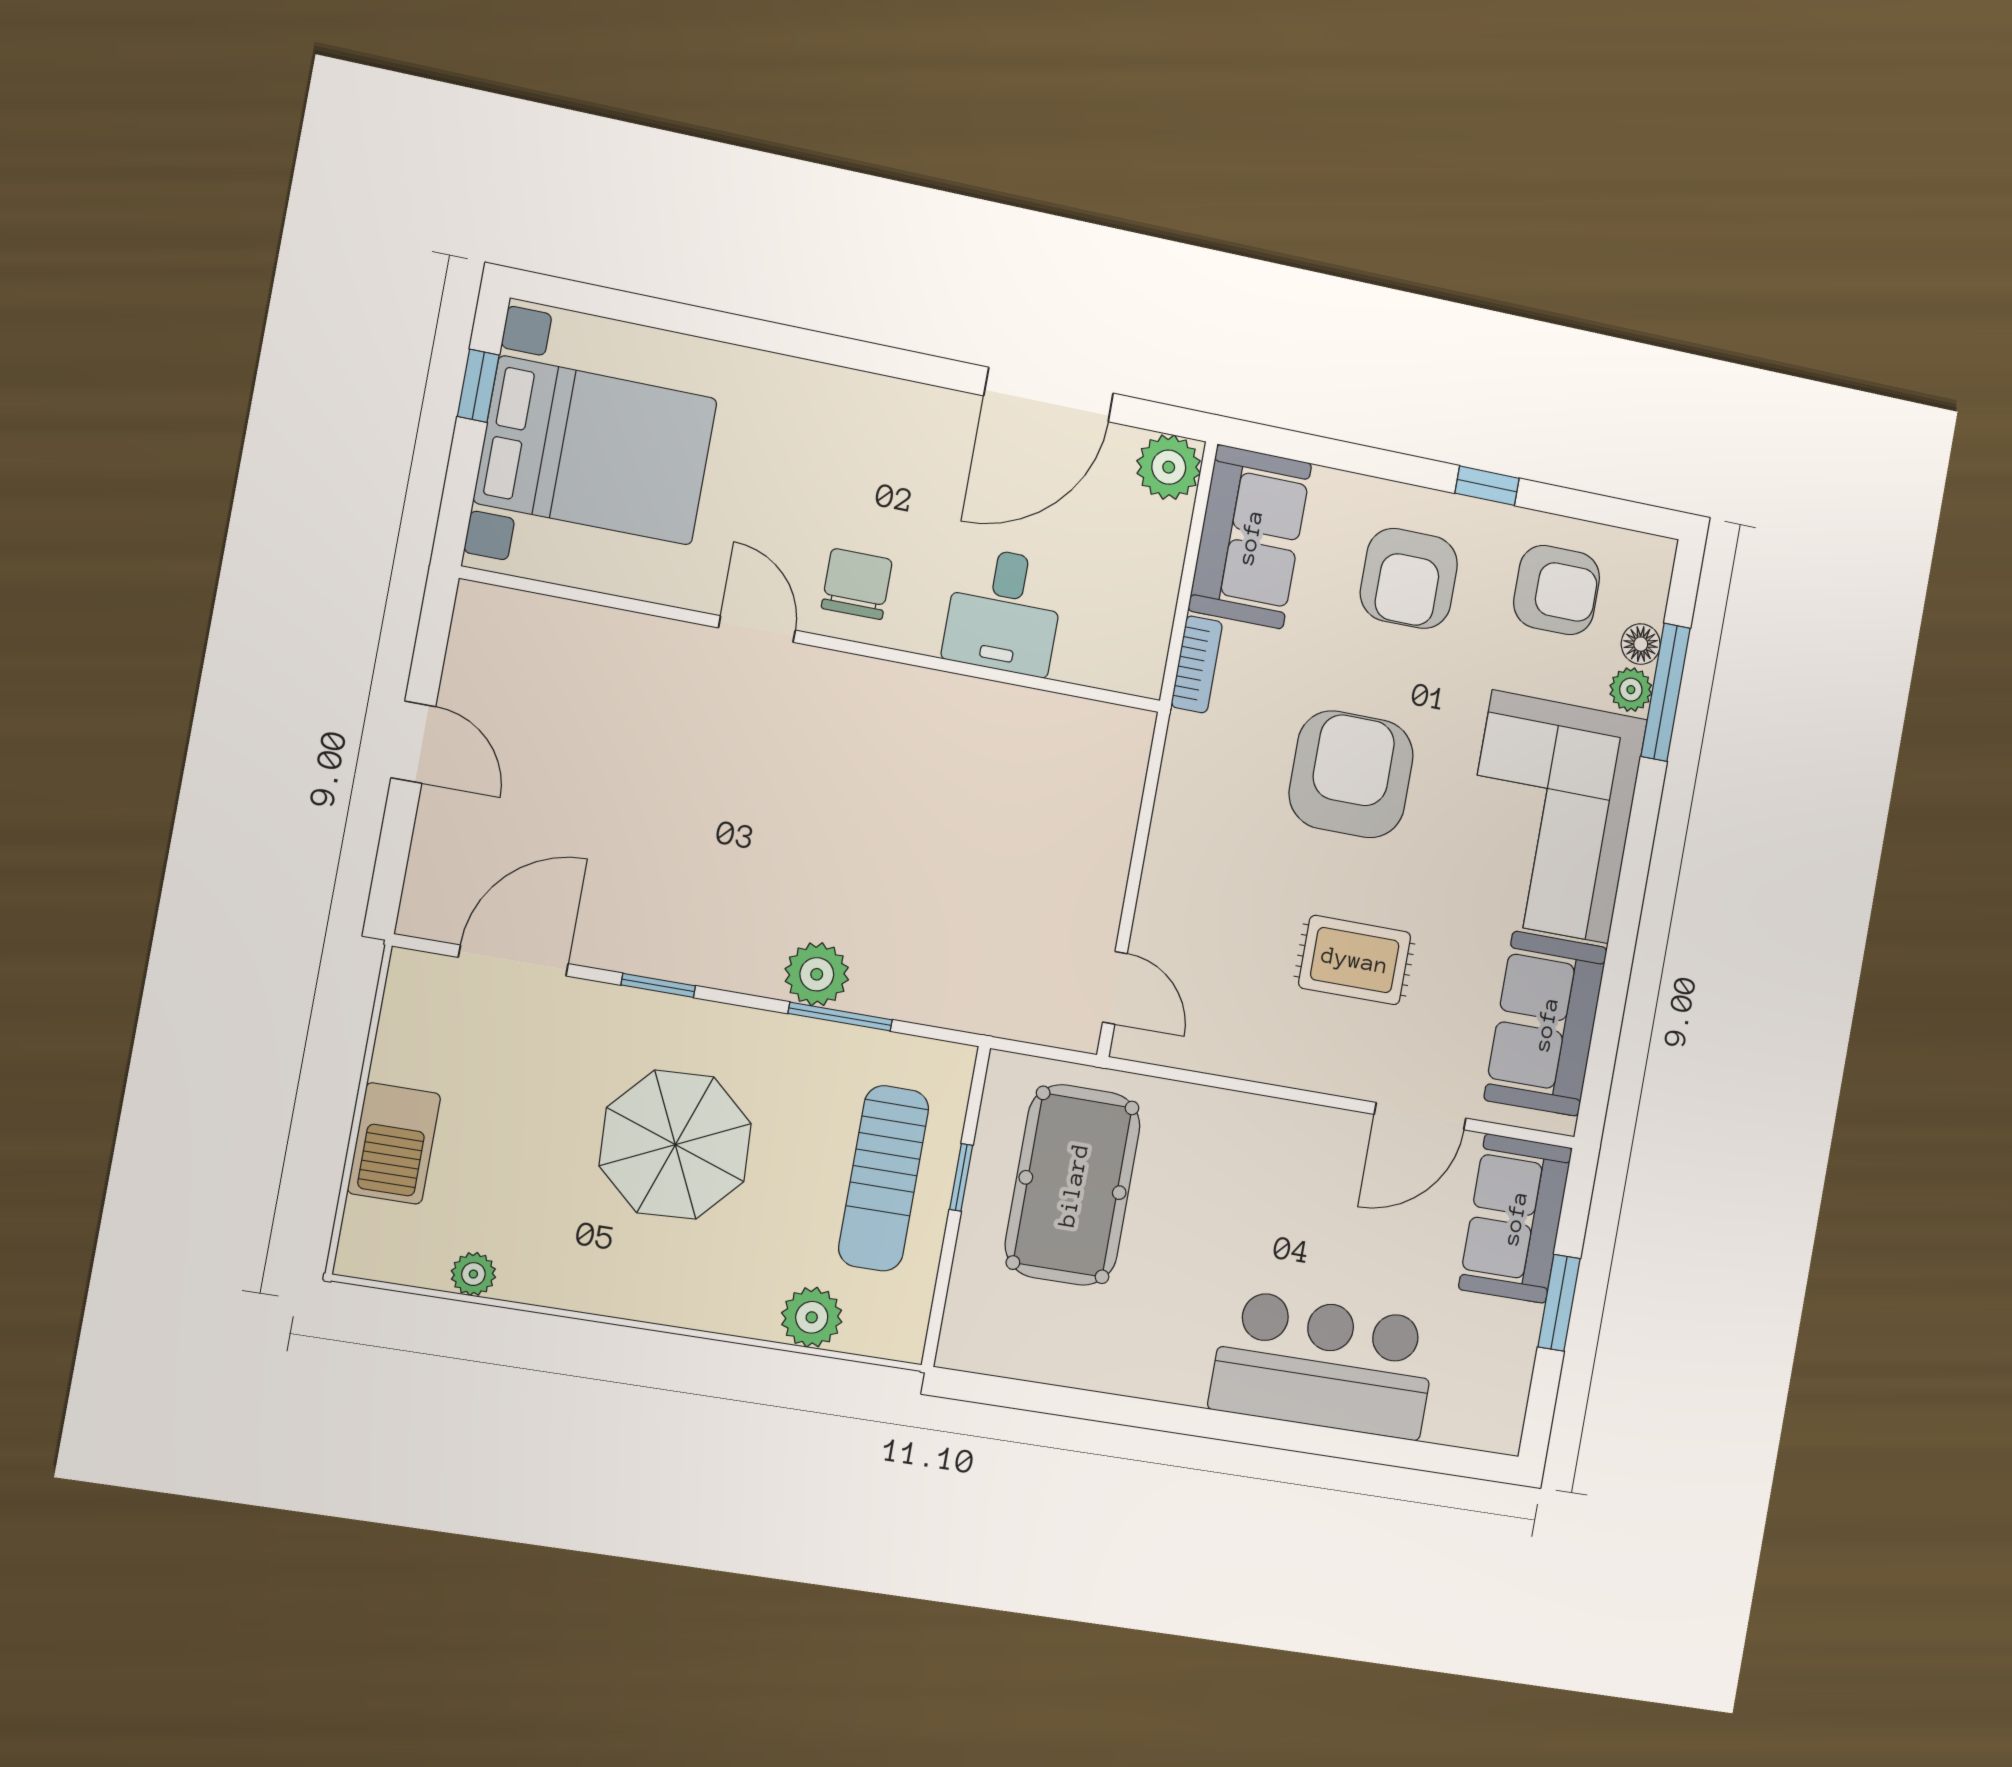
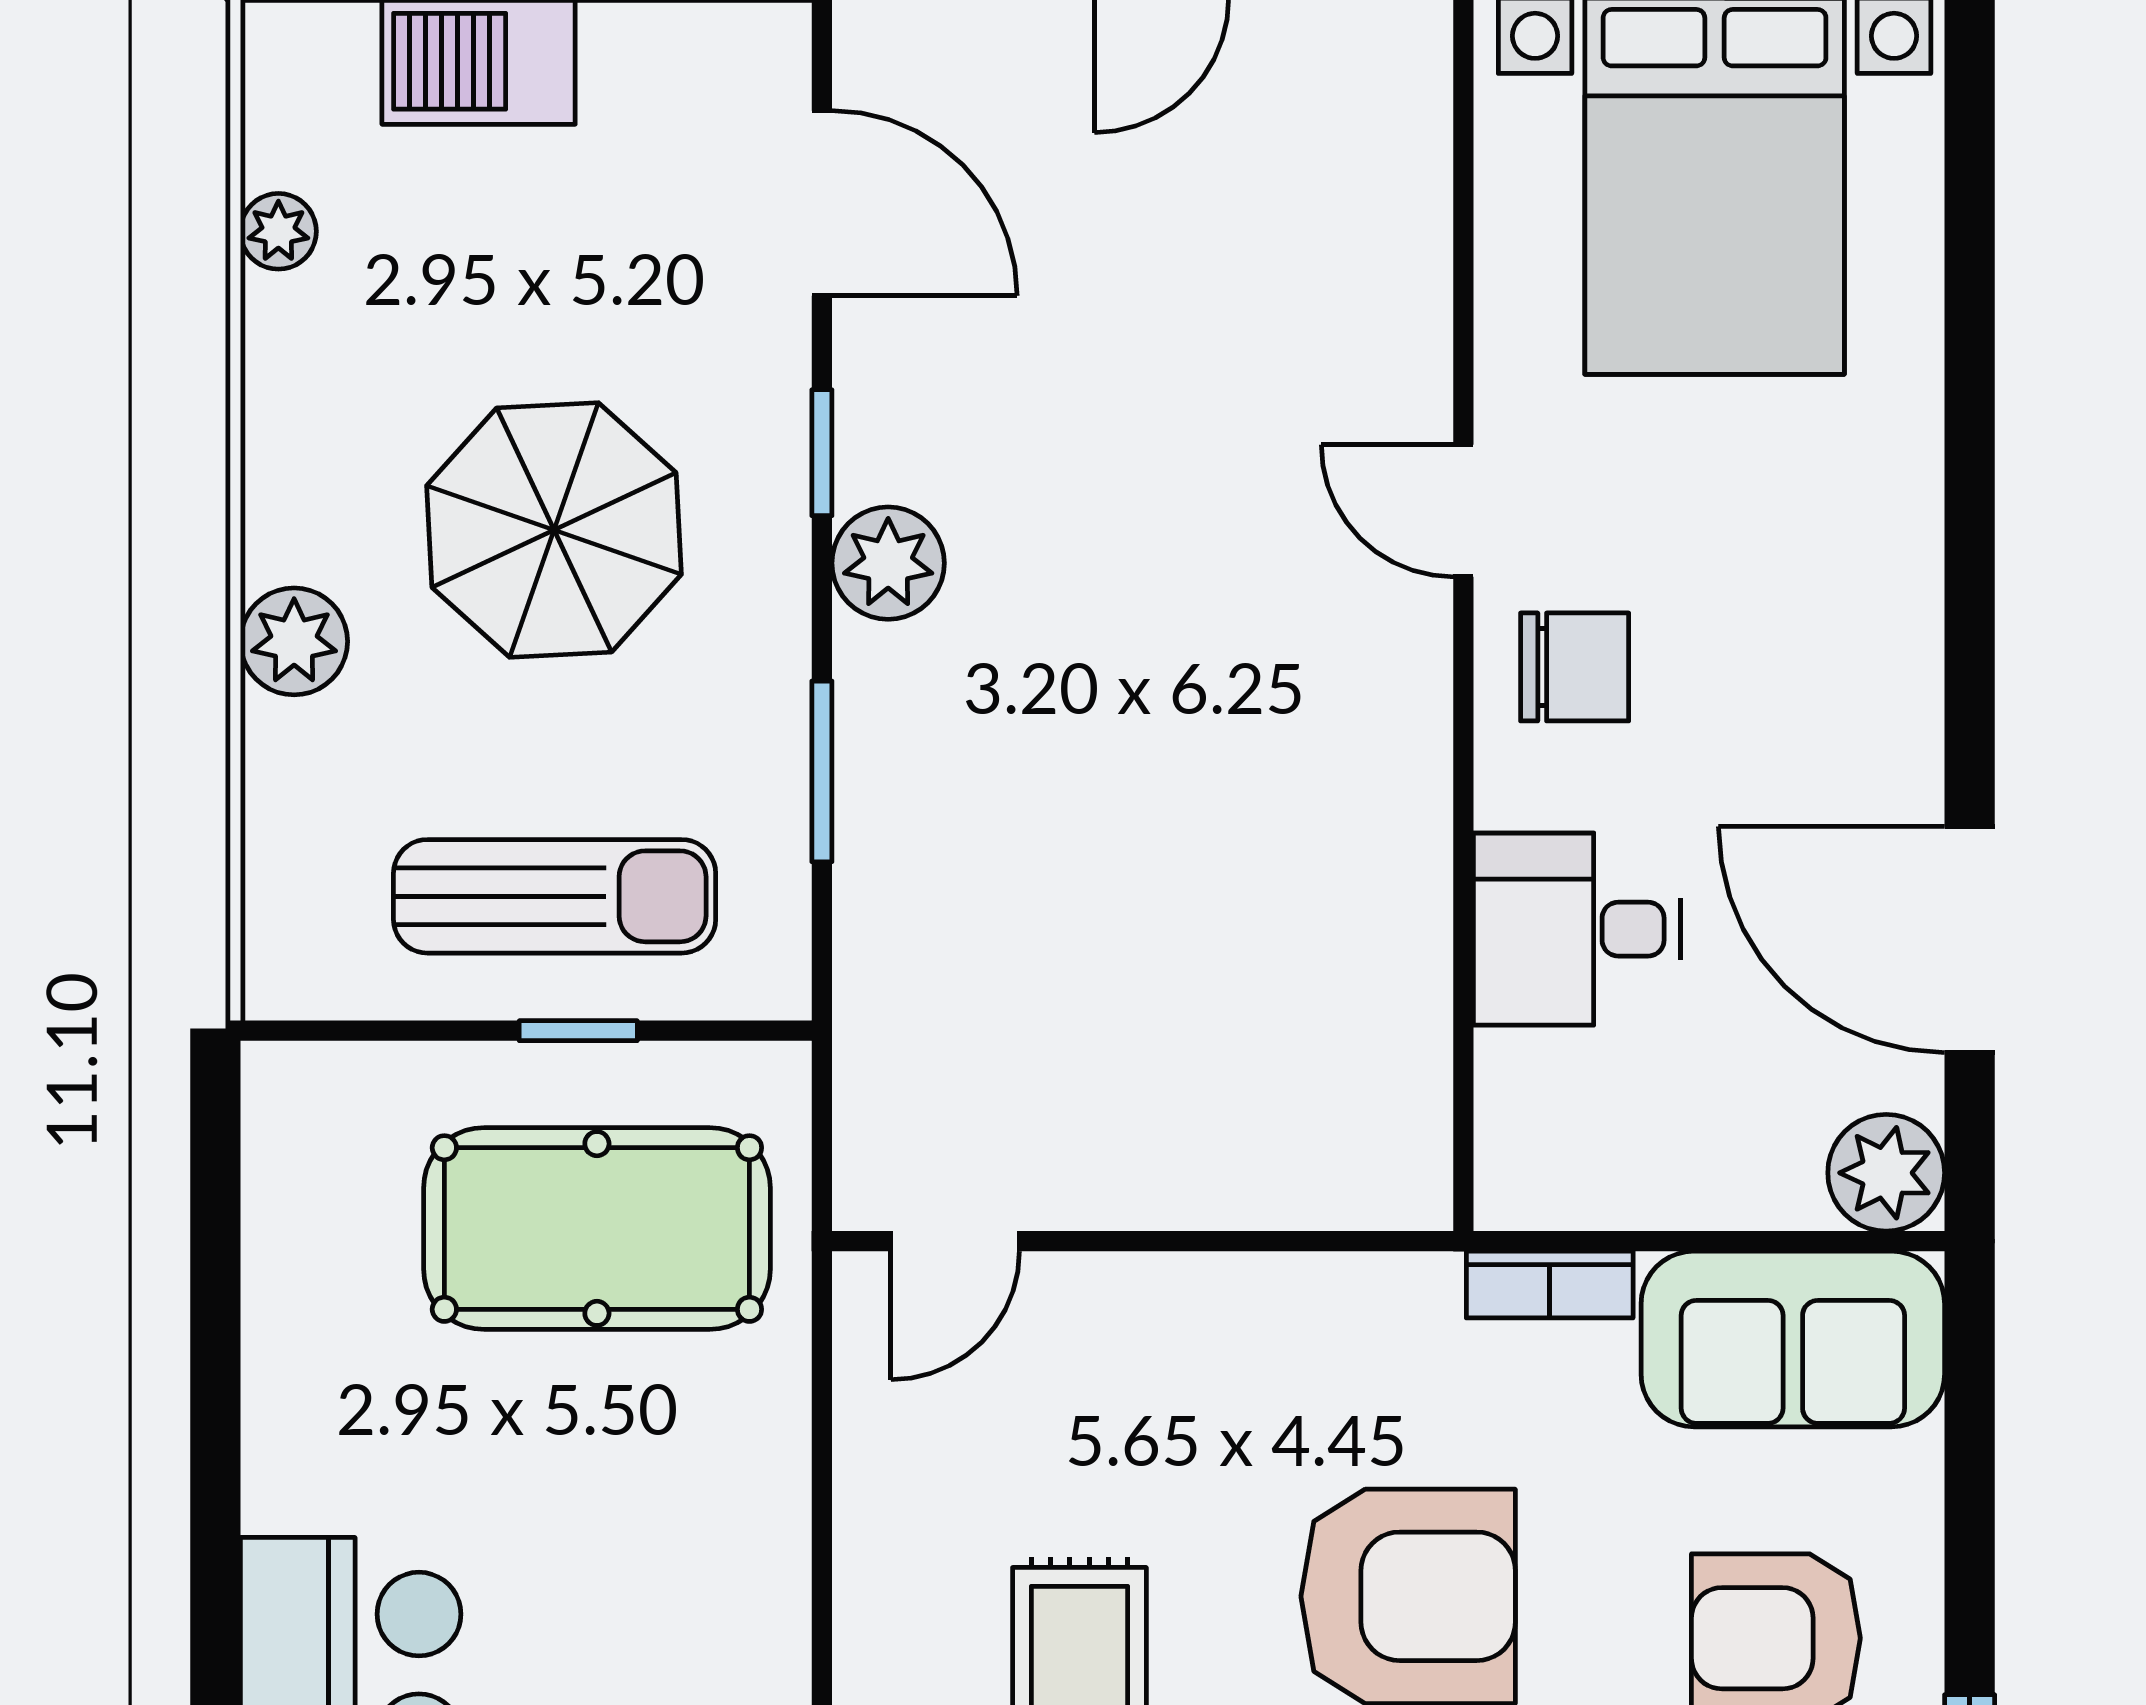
door: (757, 629) -> (1463, 511), swing flipped
plant: (817, 974) -> (888, 563), moved
sun lounger: (884, 1178) -> (555, 896), turned 180
plant: (812, 1317) -> (294, 641), moved

